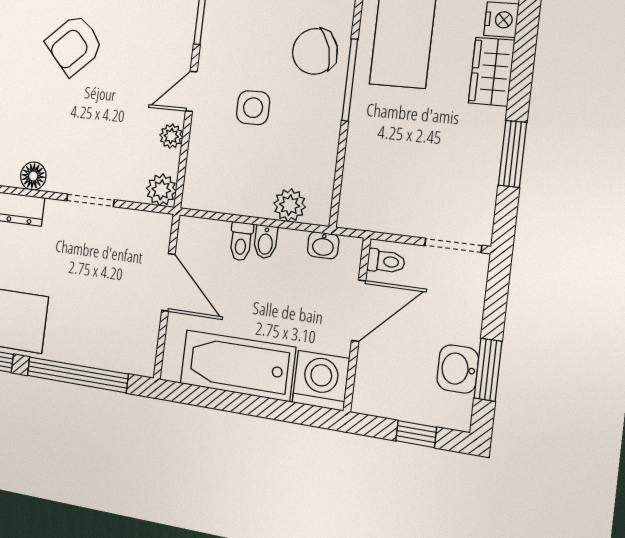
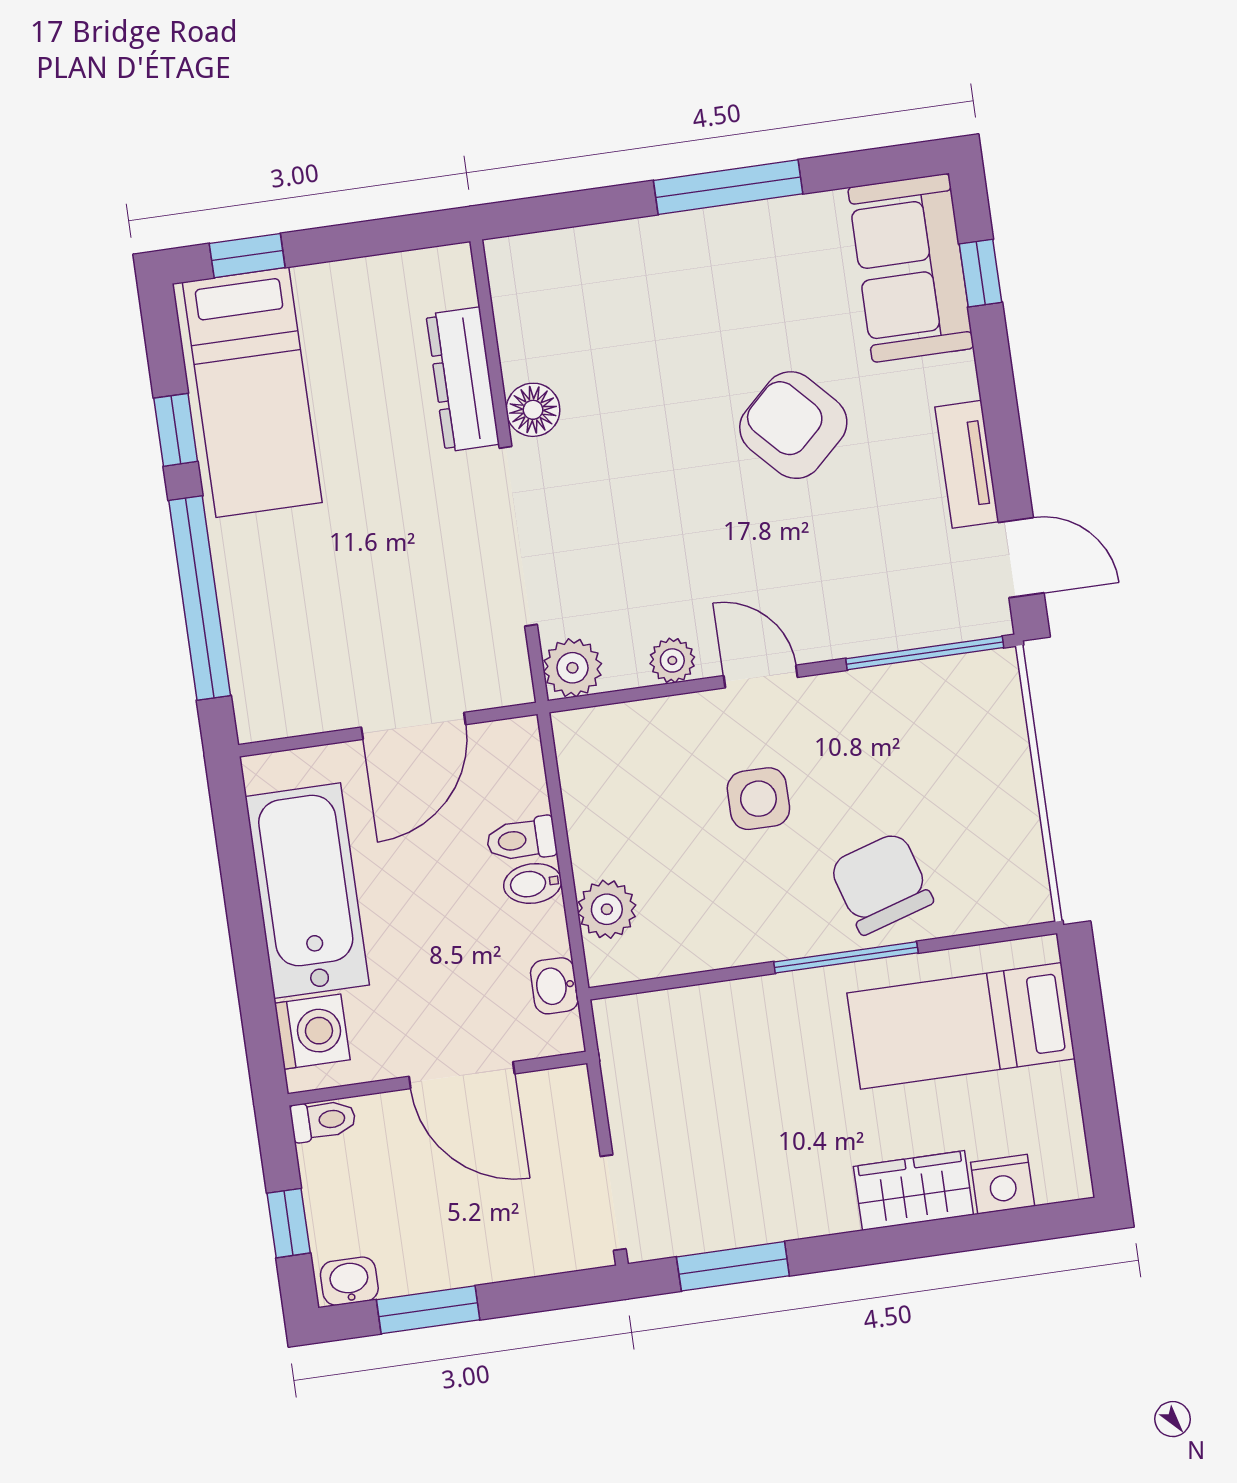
window: (513, 154) -> (733, 1266), moved
doorway: (90, 200) -> (518, 536), width x1.88
toilet: (386, 261) -> (323, 1120), moved, turned -90
washbasin: (458, 369) -> (349, 1281), moved, width x0.72, depth x0.69
washing machine: (321, 381) -> (312, 1032), width x0.73, depth x0.73

